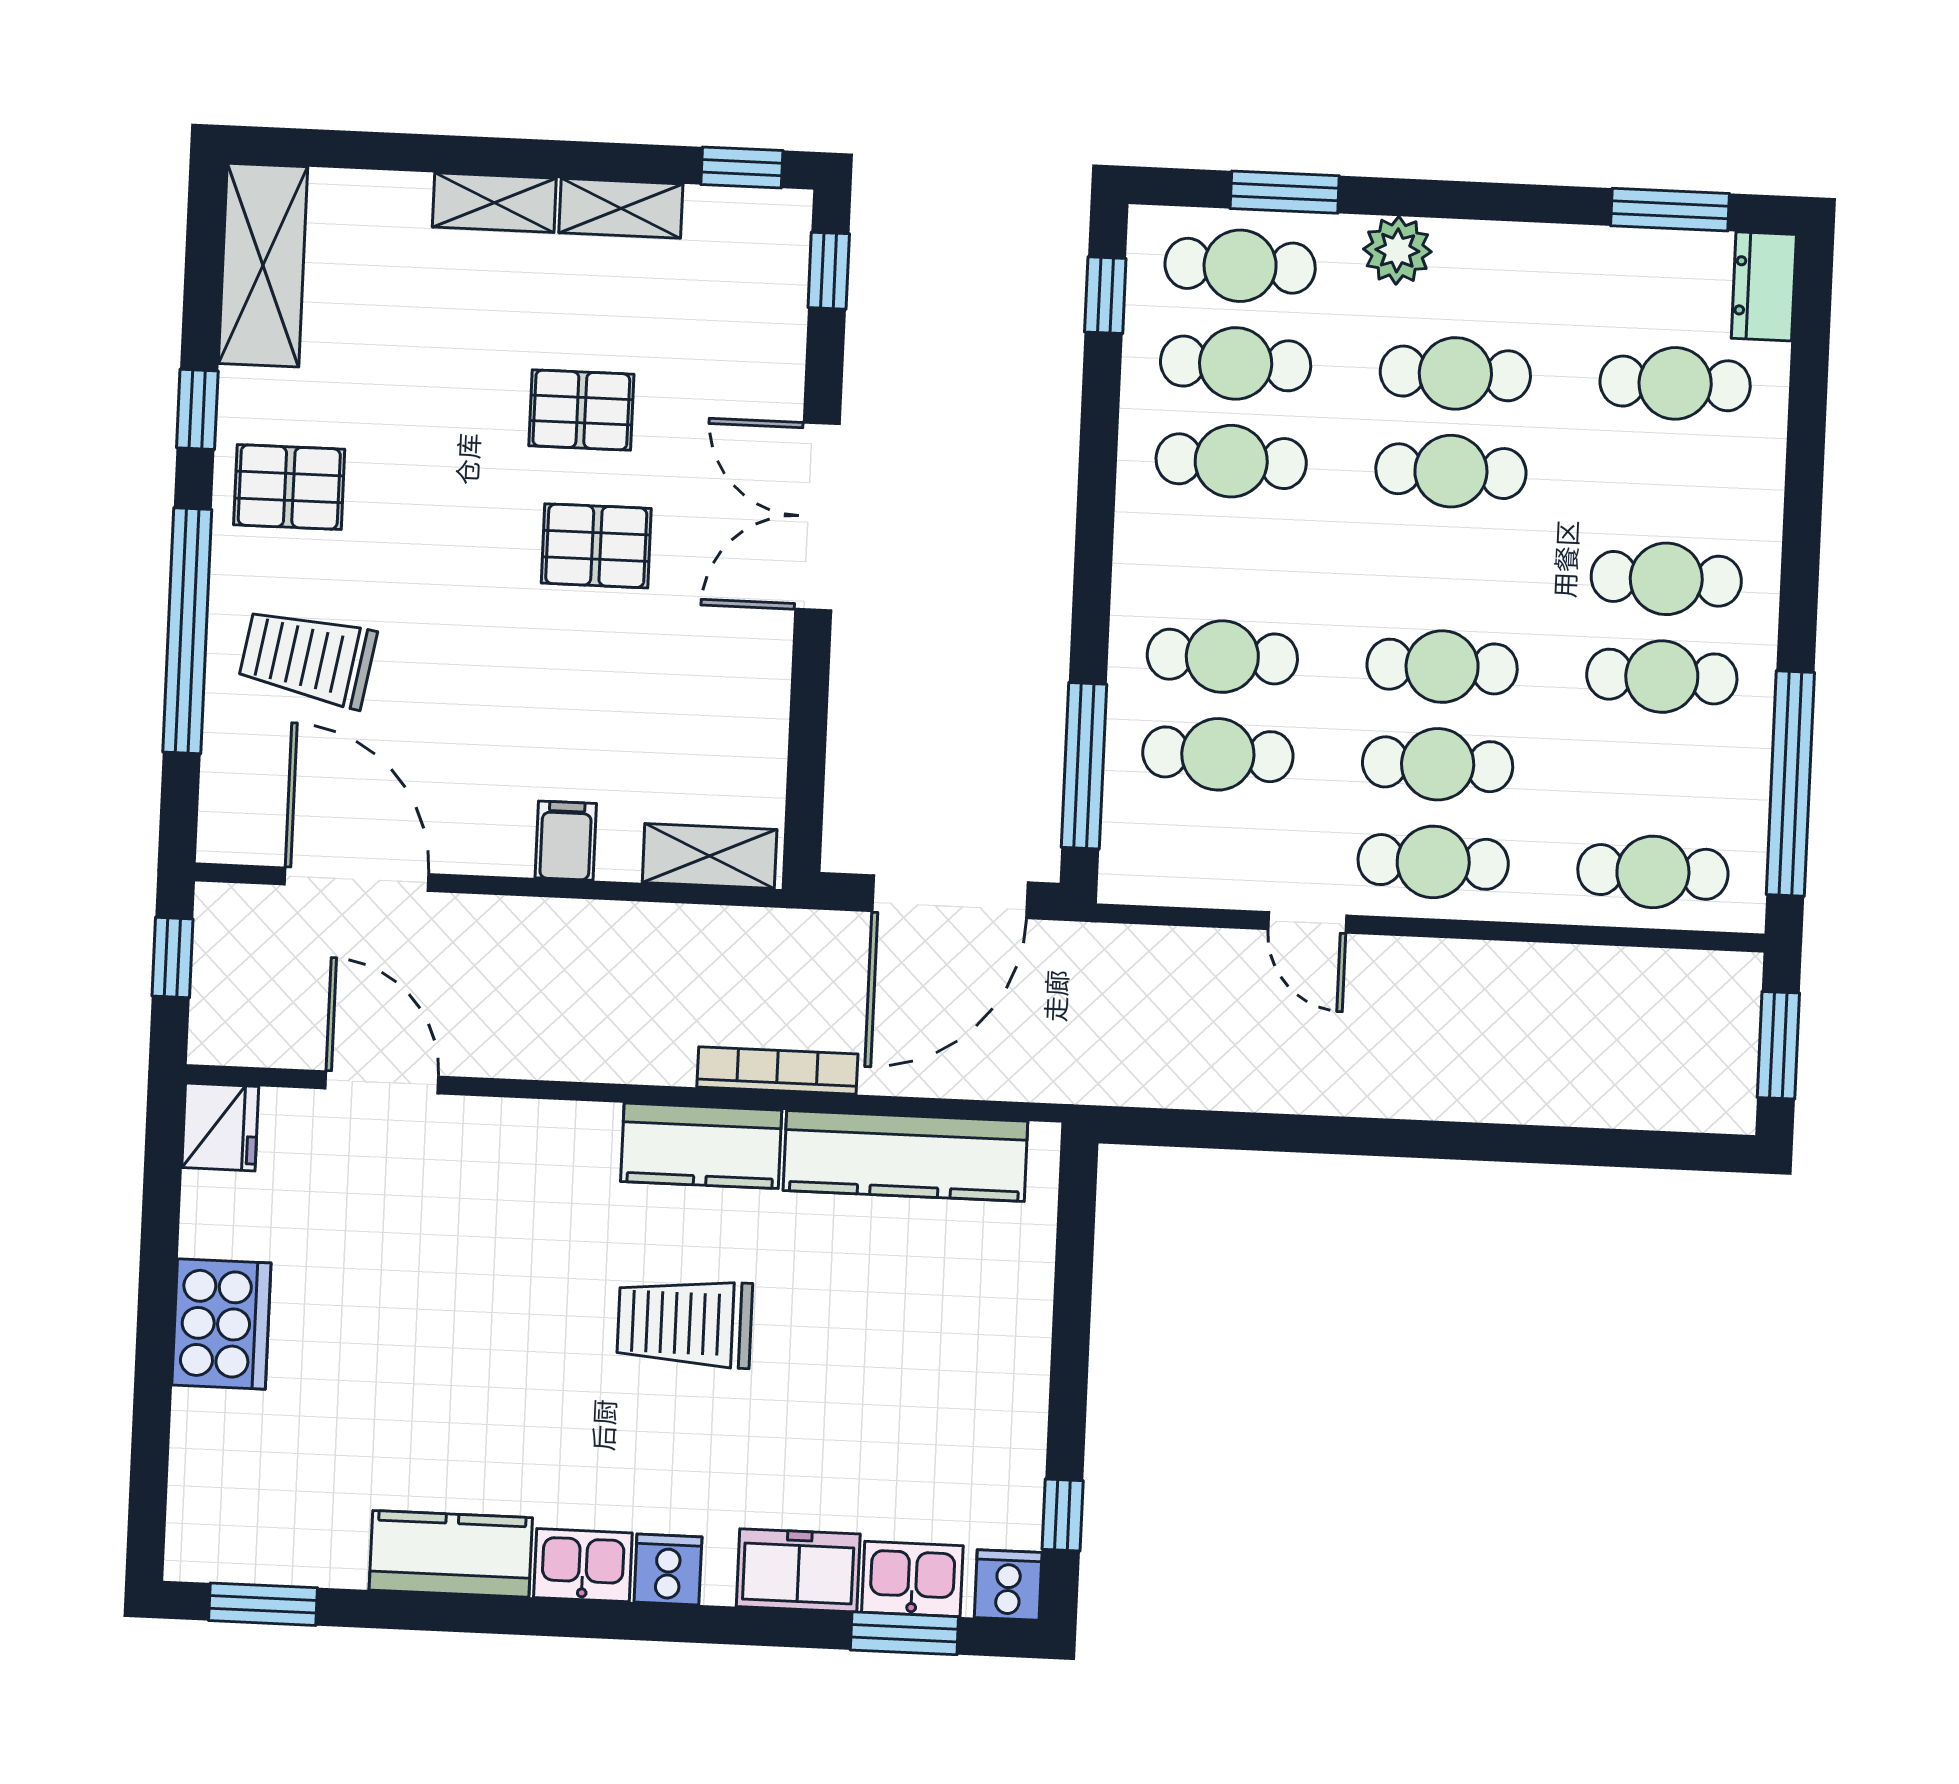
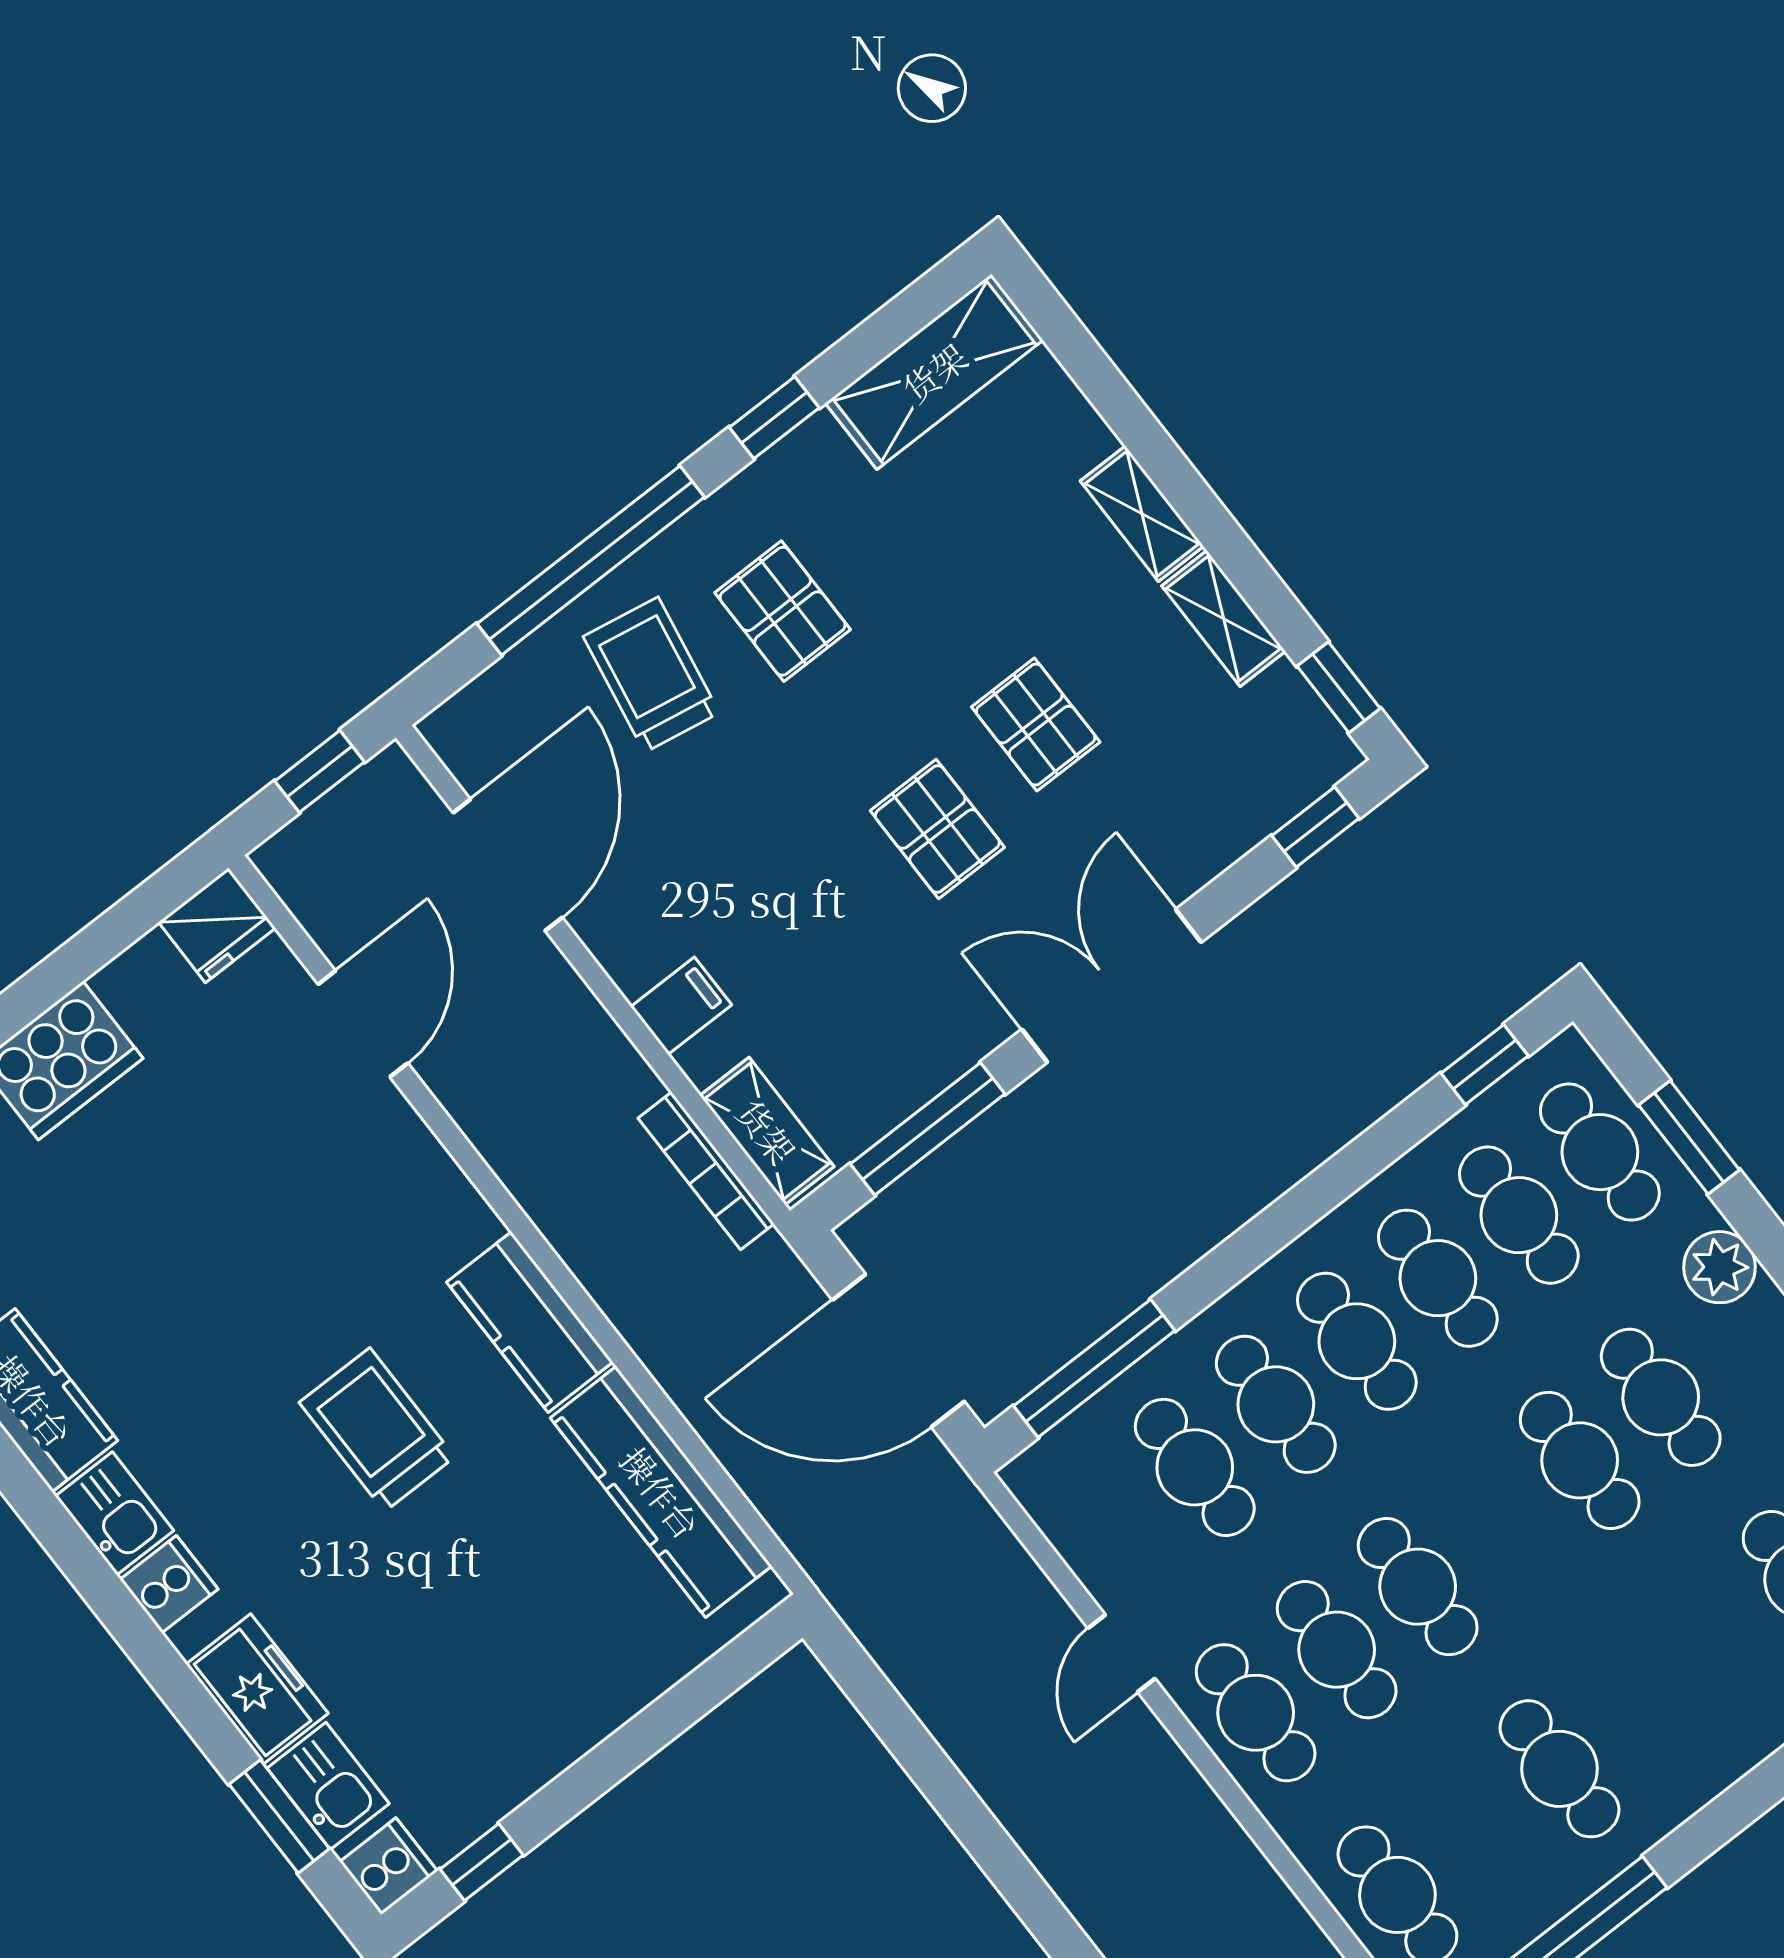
pallet: (289, 487) -> (783, 611), moved
cafe table: (1666, 579) -> (1357, 1341), moved
window: (807, 738) -> (928, 1129), added
bookcase: (777, 1071) -> (706, 1171), moved, turned 180

